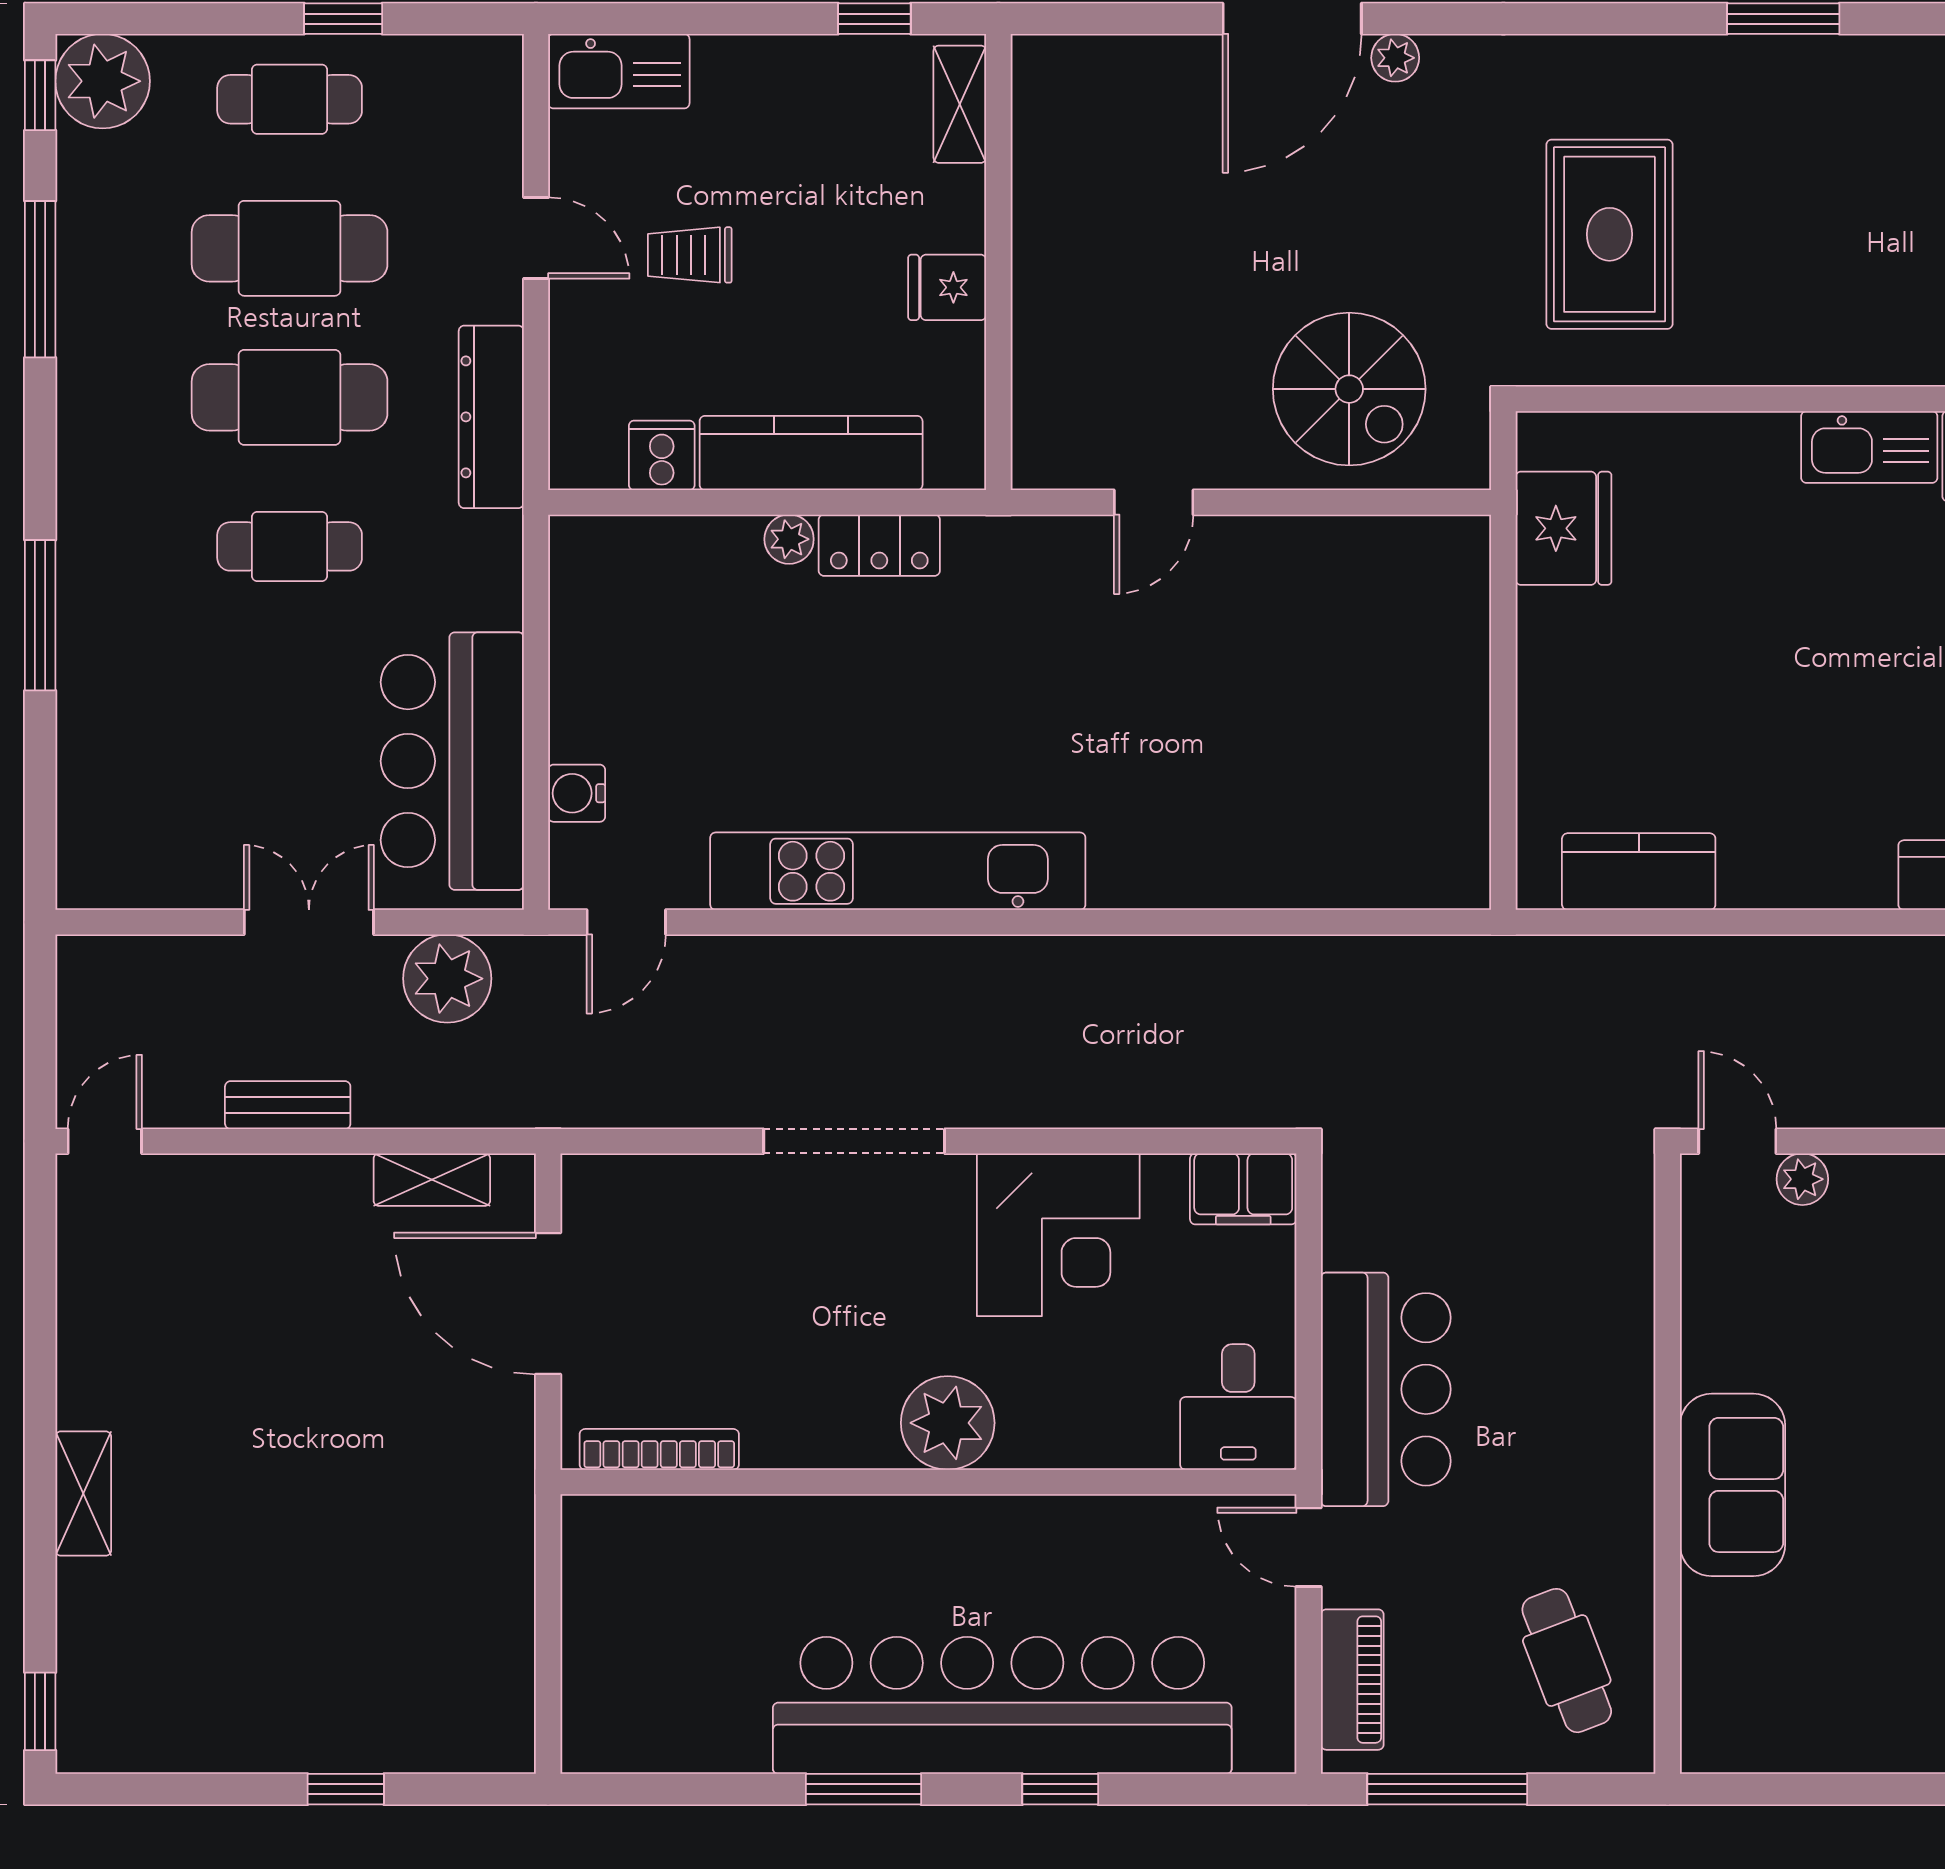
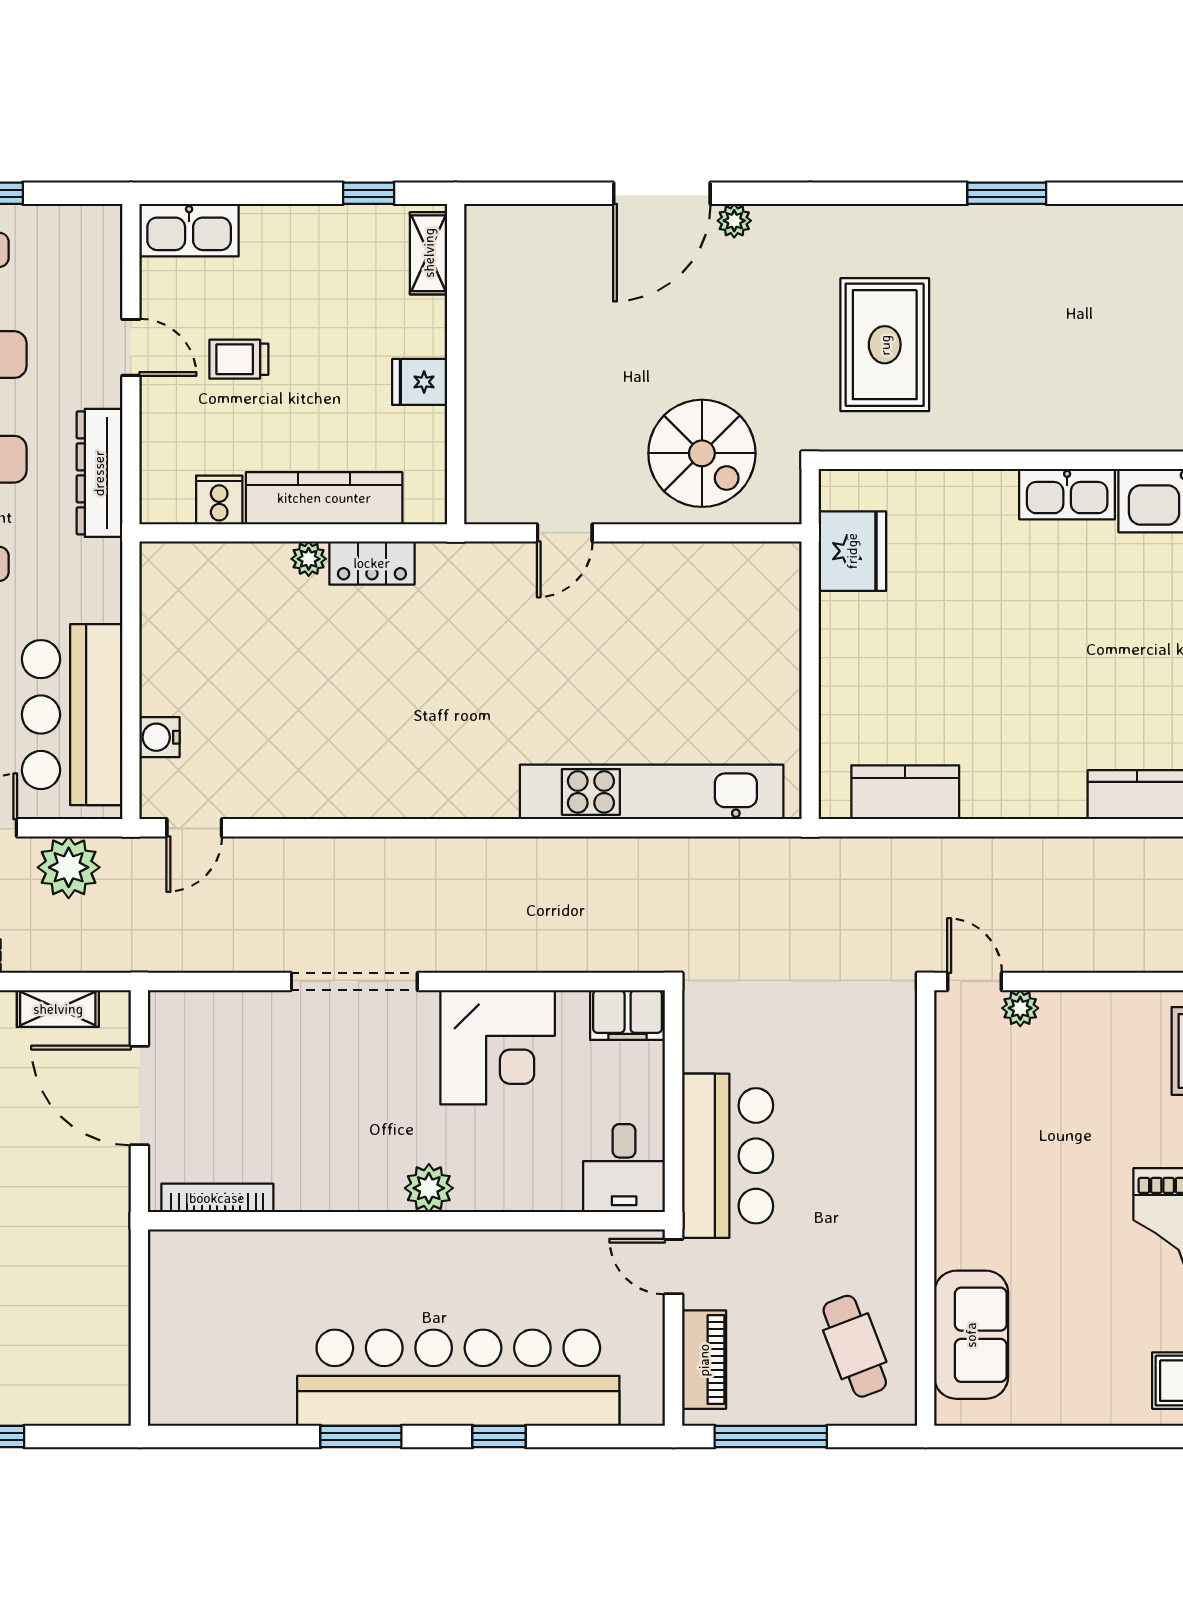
kitchen unit: (898, 871) -> (652, 792), moved
plant: (948, 1423) -> (429, 1188), width x0.73, depth x0.73
sofa: (1733, 1485) -> (971, 1335), moved

